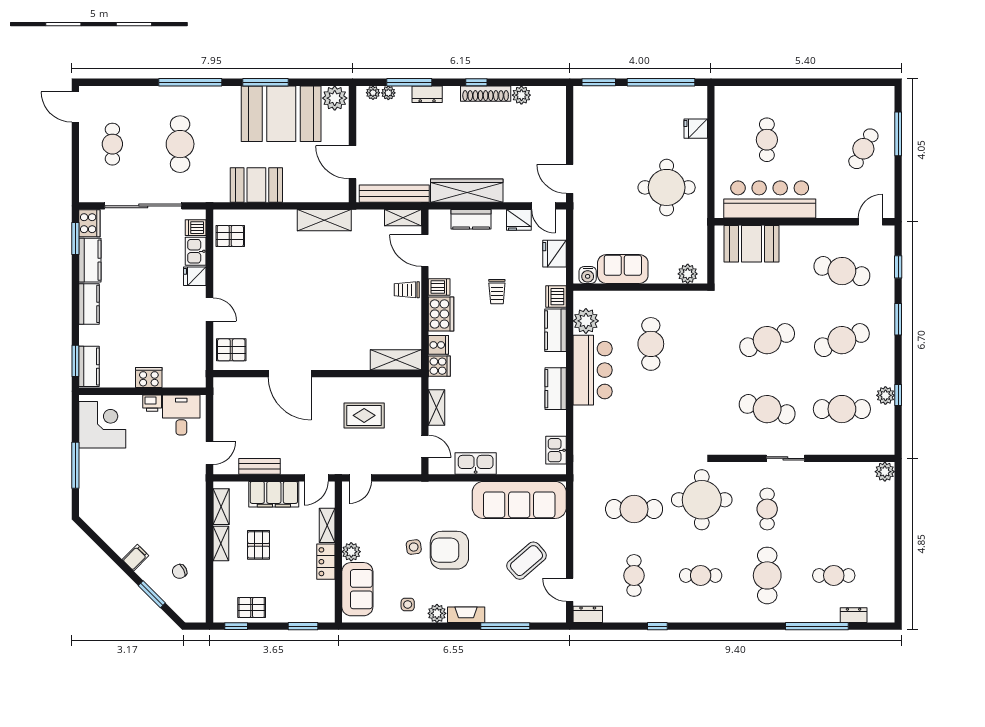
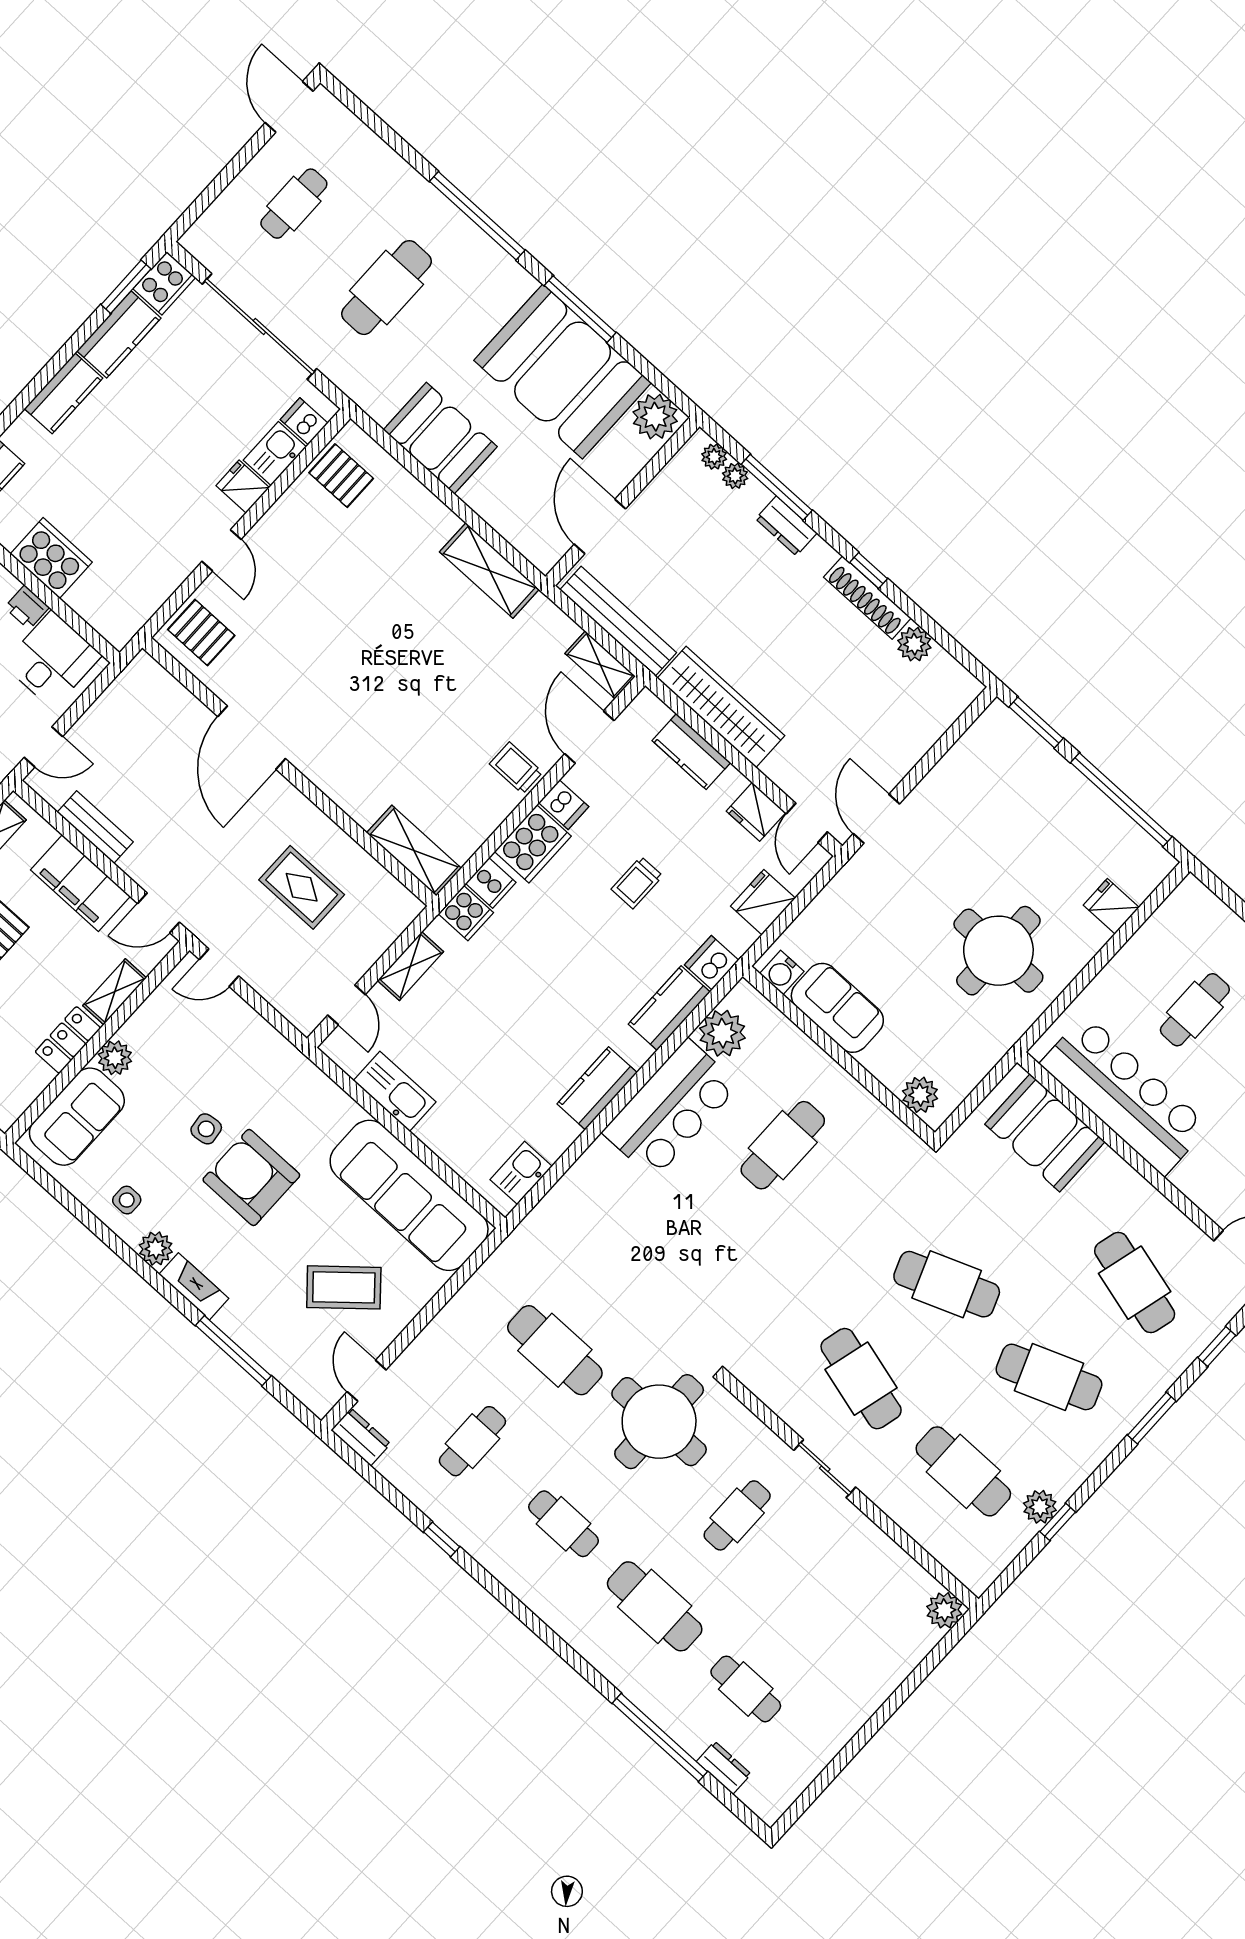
cooker: (149, 378) -> (51, 558), width x1.37, depth x1.31
cafe table: (767, 575) -> (655, 1606), turned 90

